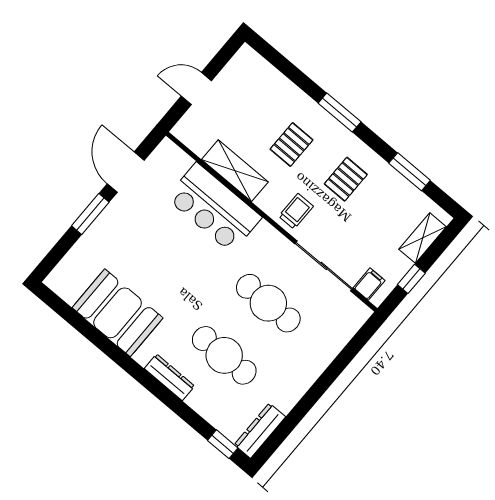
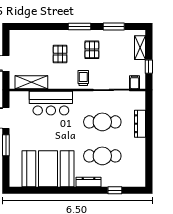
window: (340, 113) -> (80, 26), moved
shelving: (235, 171) -> (31, 82), moved
booth: (118, 313) -> (48, 169), width x1.36, depth x1.42
dresser: (260, 431) -> (140, 124), moved
window: (223, 444) -> (115, 190), moved

